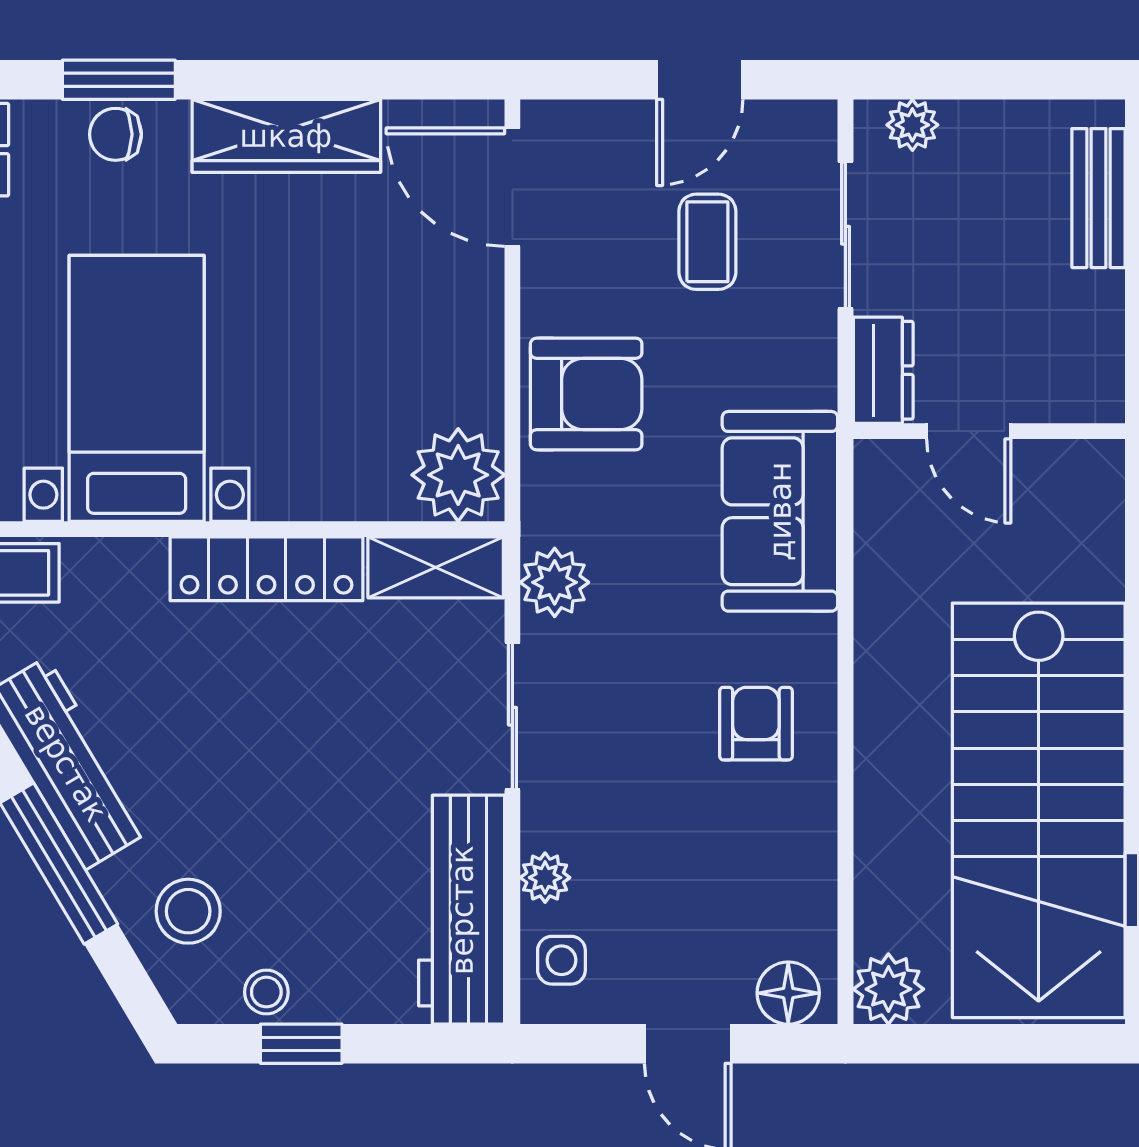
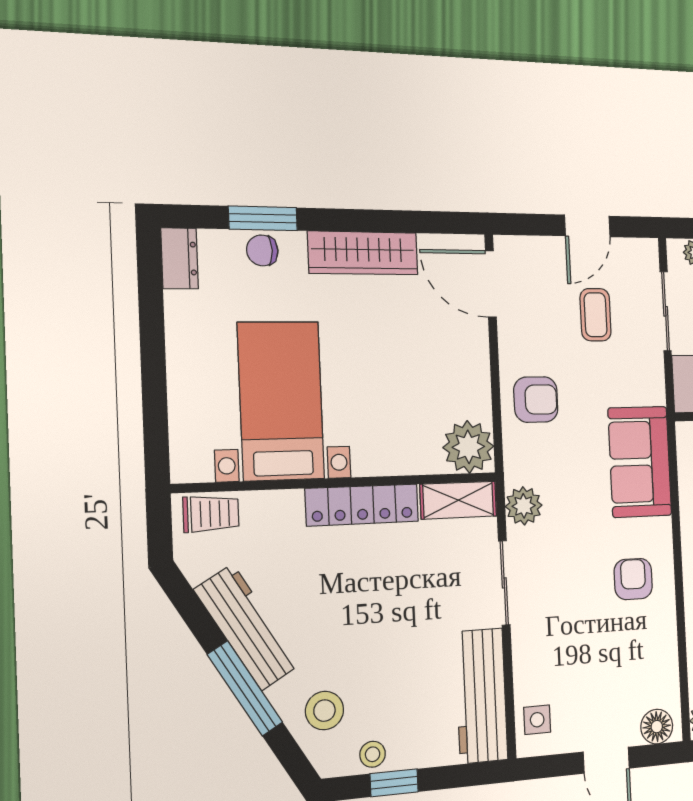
armchair: (586, 394) -> (536, 400), width x0.72, depth x0.72
plant: (545, 878) -> (526, 673), removed

